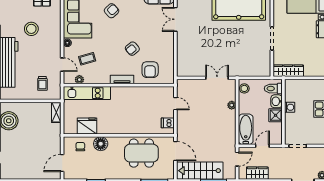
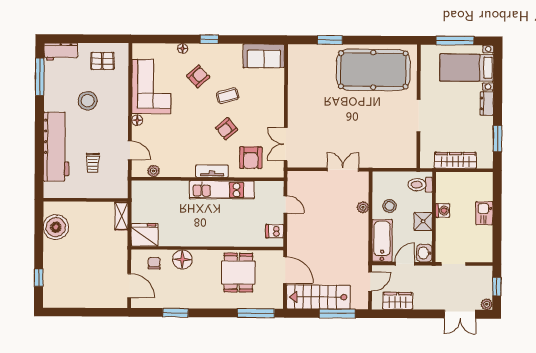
double door: (175, 19) -> (286, 144), moved
coffee table: (87, 59) -> (228, 96), moved
wardrobe: (288, 71) -> (455, 160), moved
trolley: (42, 83) -> (93, 163), moved
stool: (244, 88) -> (390, 206), moved
kitchen unit: (87, 93) -> (222, 190), moved
washbasin: (277, 101) -> (424, 253), moved
fridge: (87, 126) -> (145, 235), moved
dining table: (141, 153) -> (238, 273), width x0.73
door: (62, 163) -> (129, 286), swing flipped

